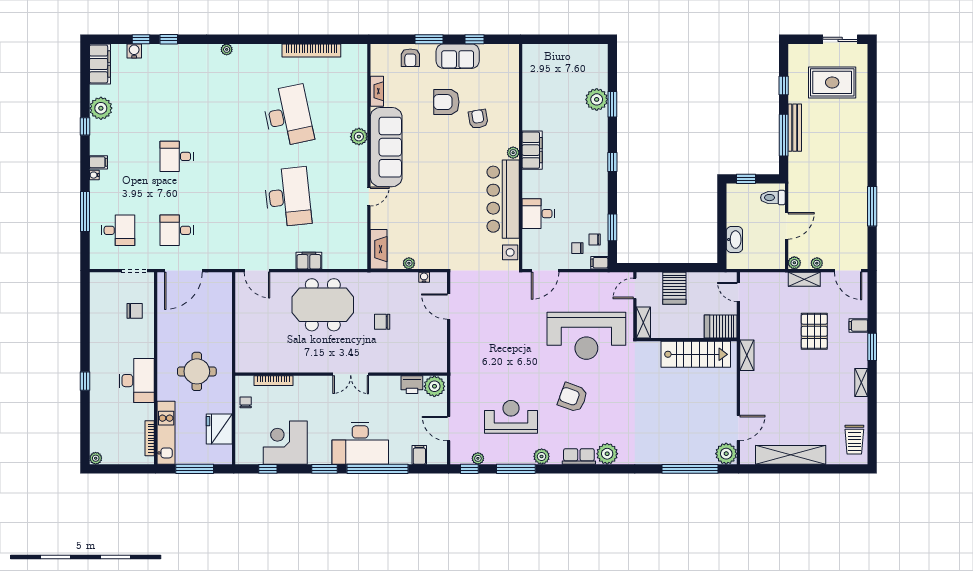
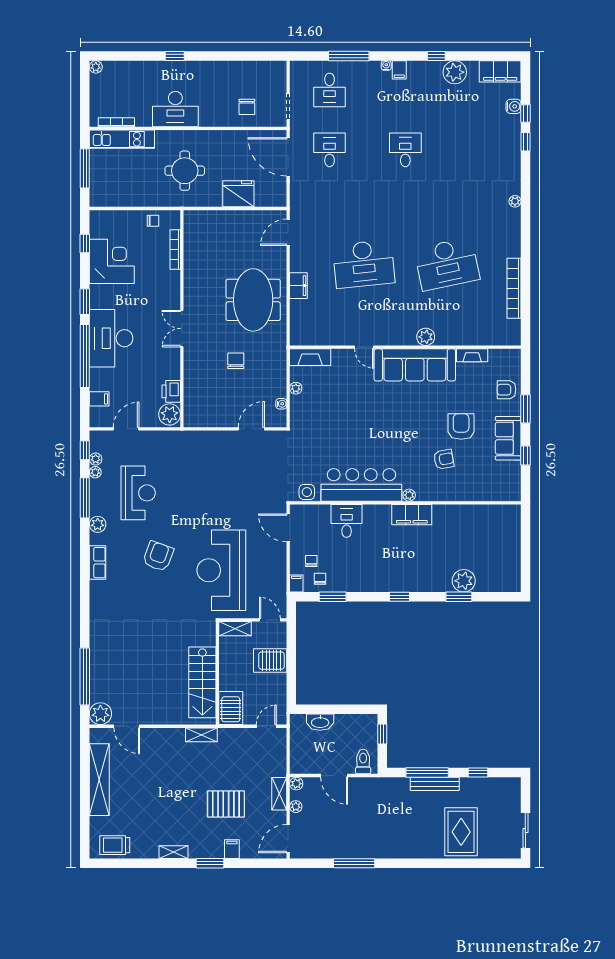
rug: (832, 82) -> (461, 832), moved
fridge: (219, 429) -> (238, 194), moved
plant: (607, 454) -> (95, 472), moved, width x0.53, depth x0.53

